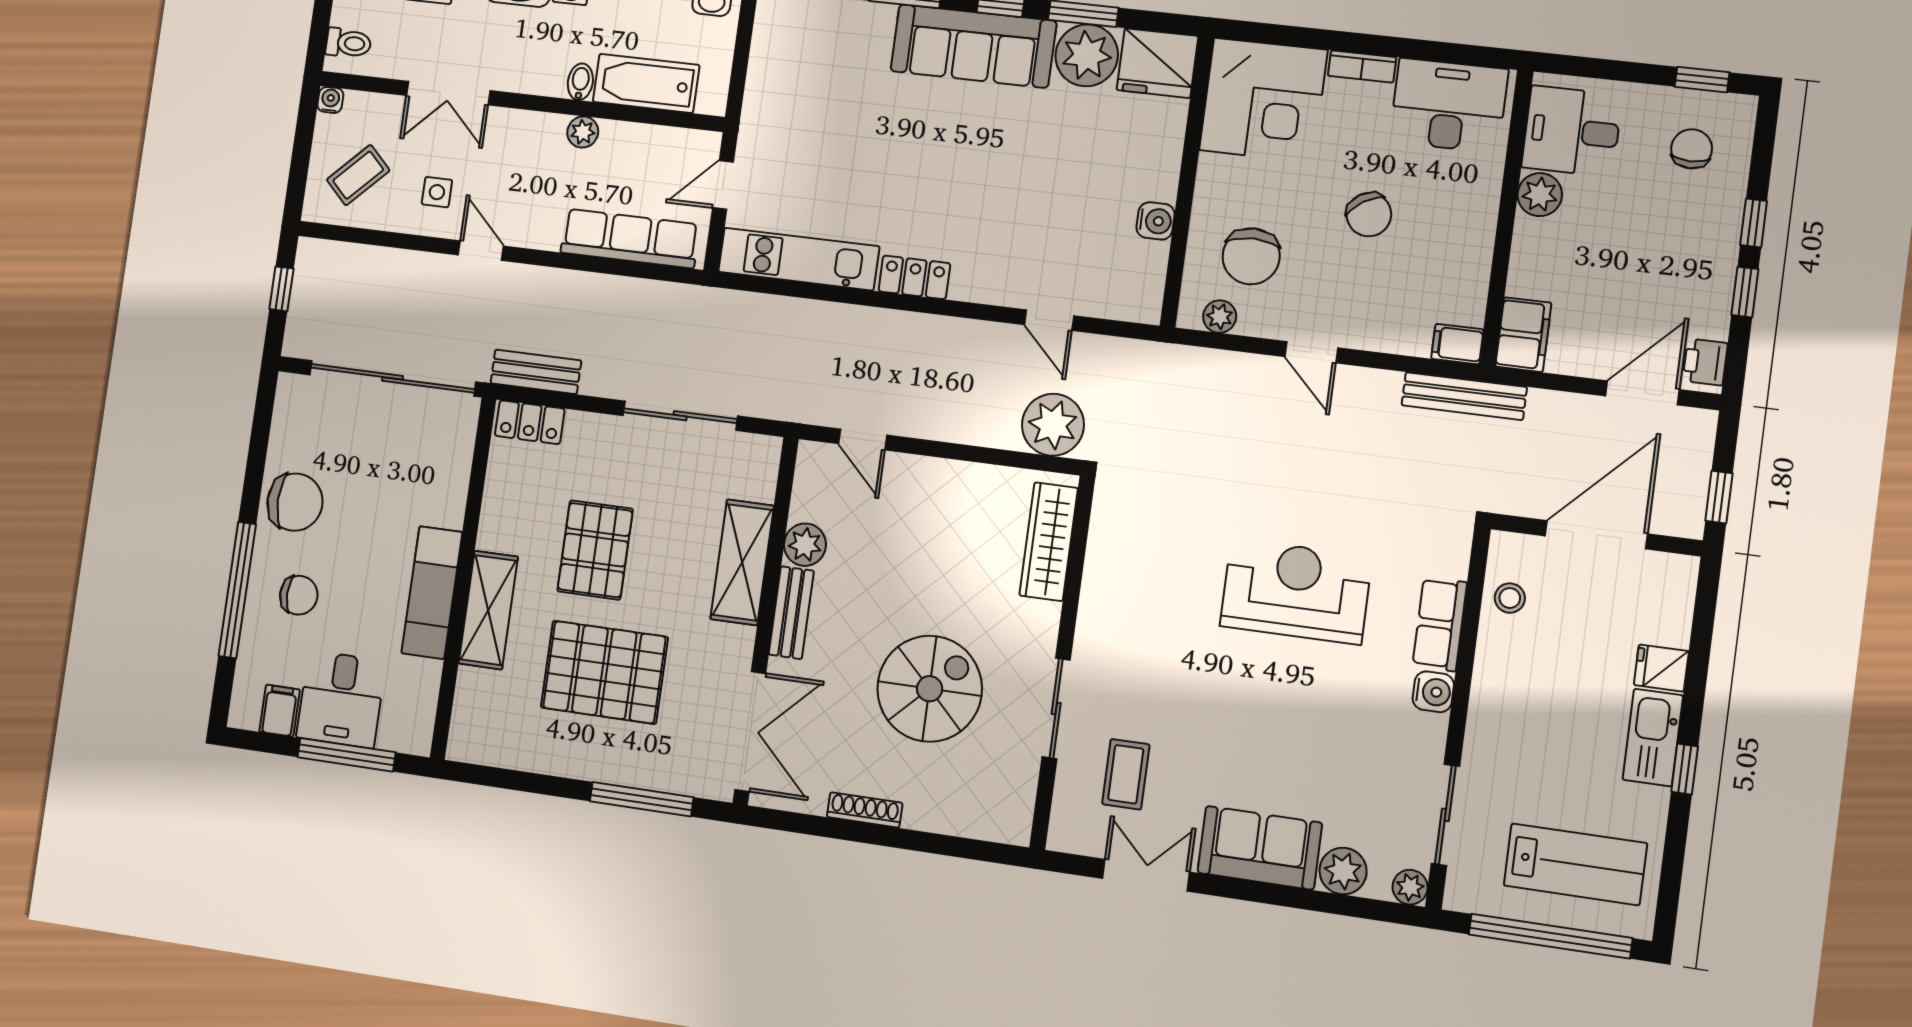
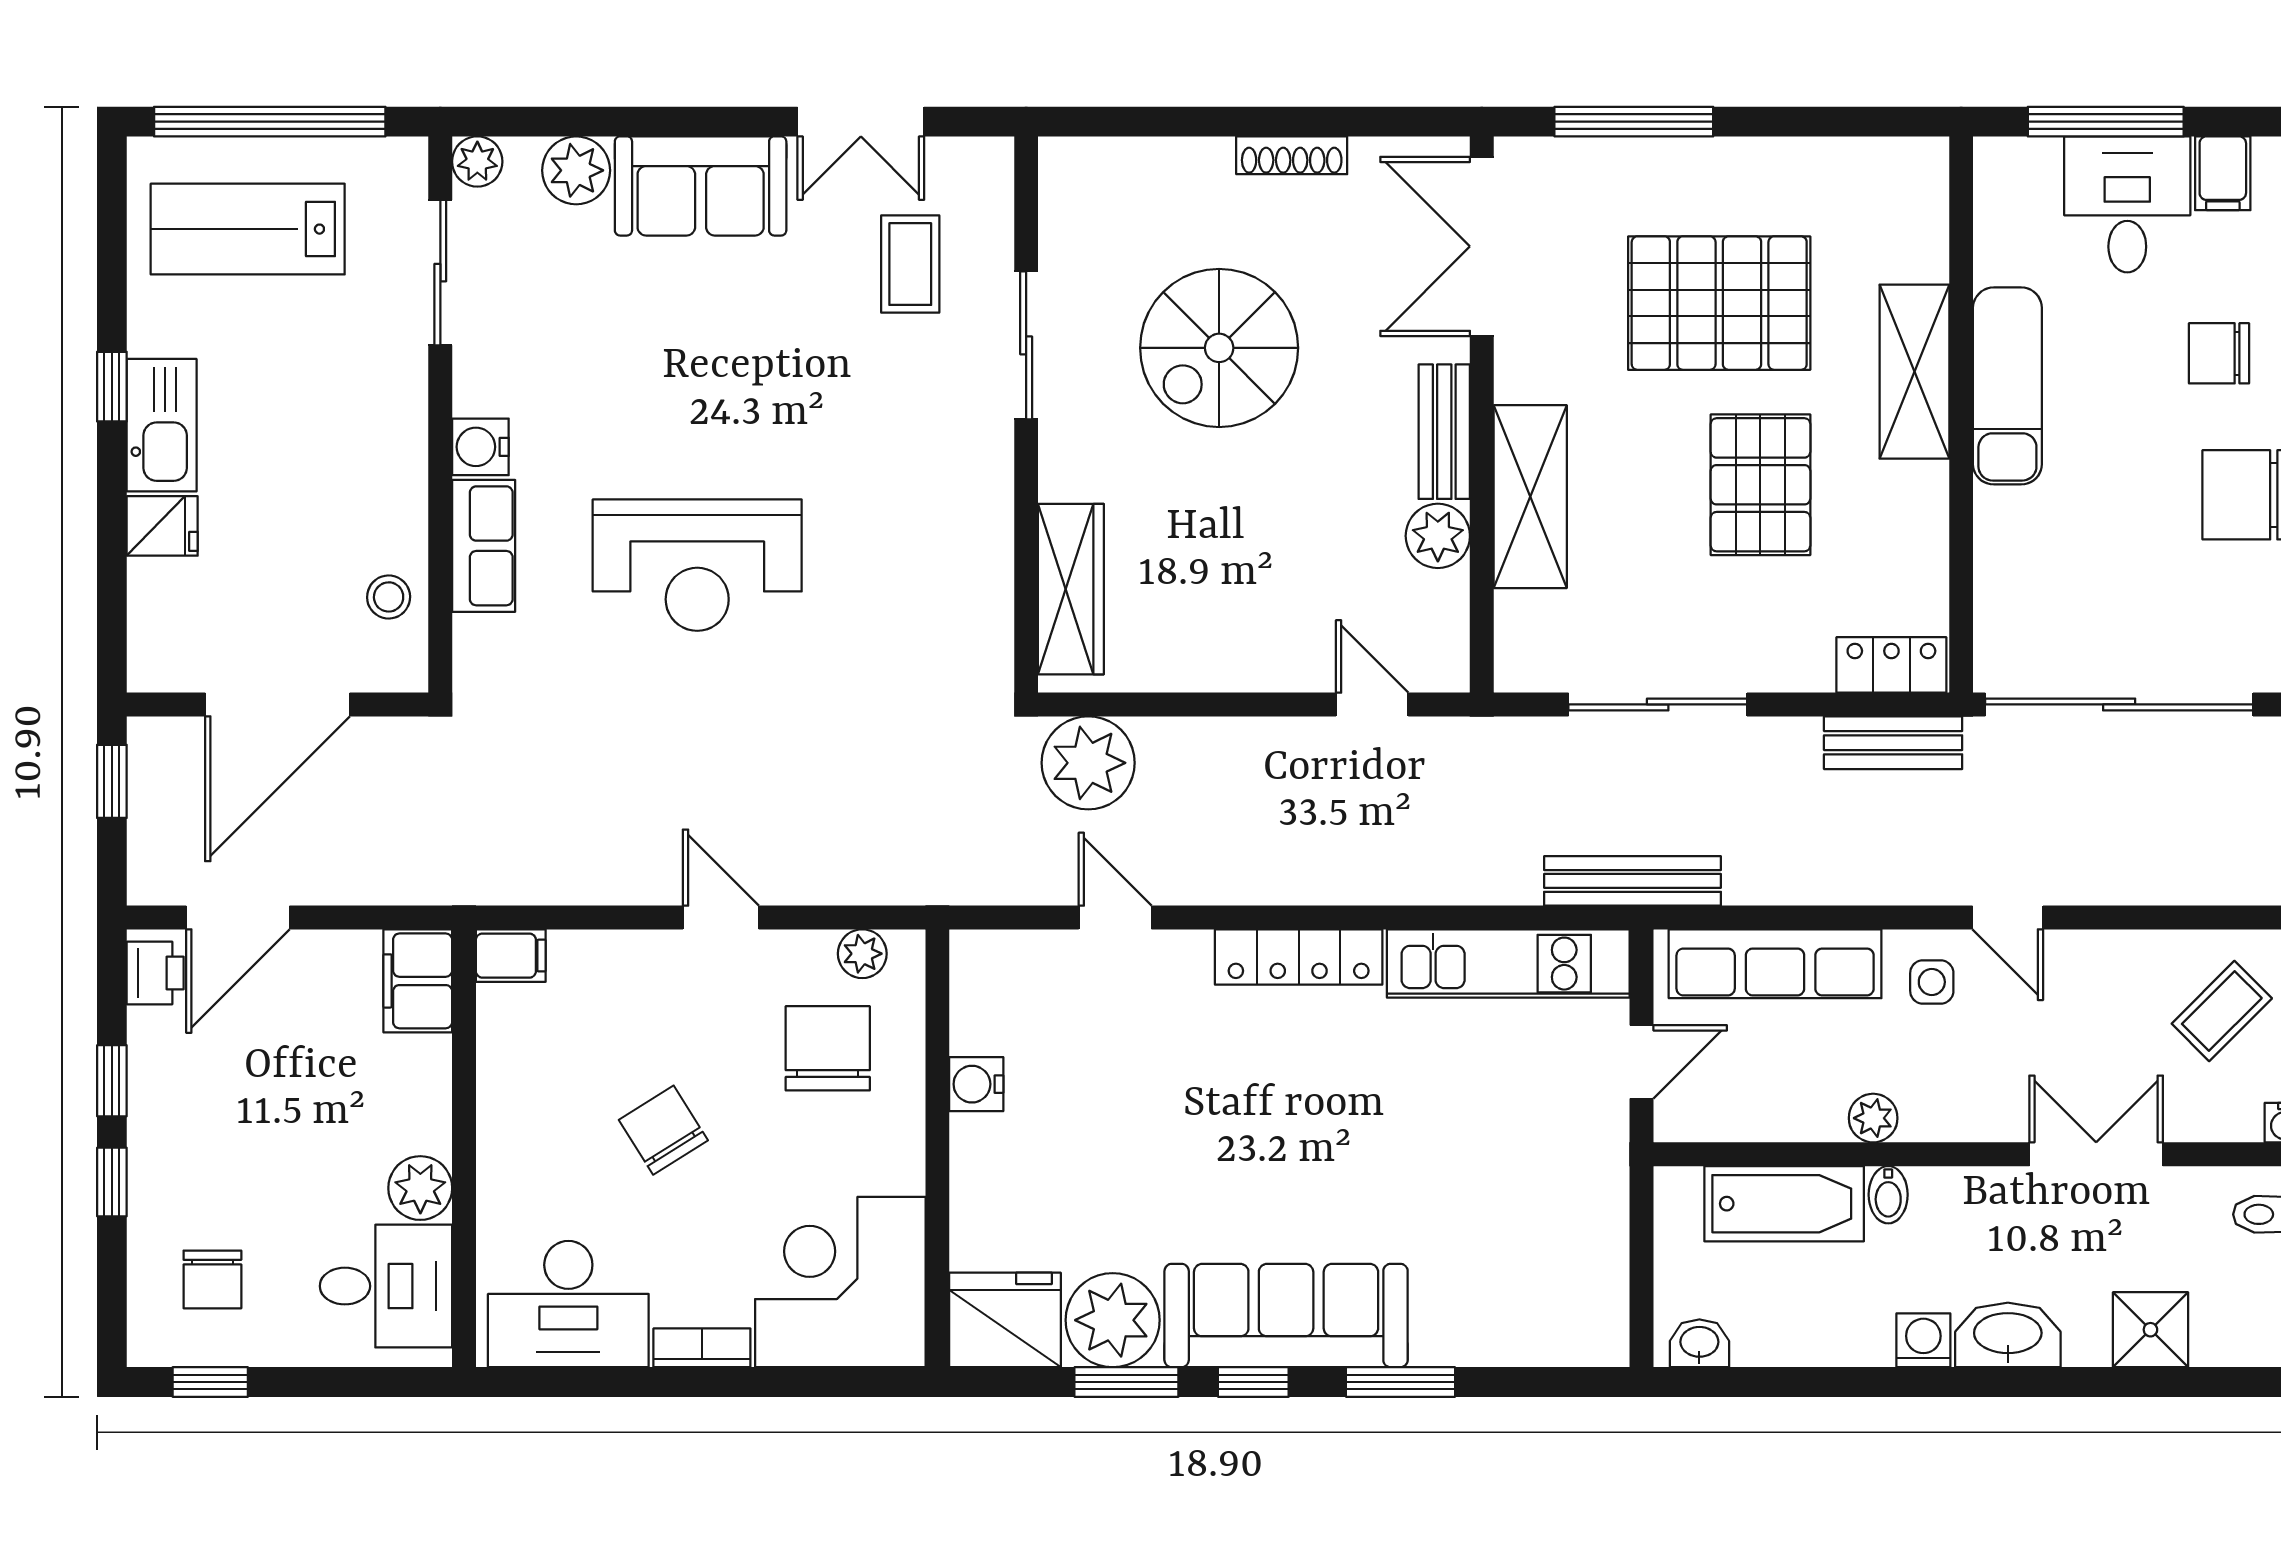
side table: (437, 192) -> (1932, 982), moved
locker: (914, 277) -> (1299, 957), width x1.53
bench: (1464, 396) -> (1632, 881), moved

